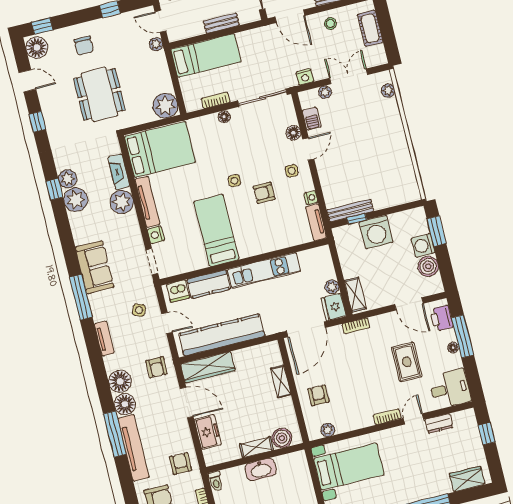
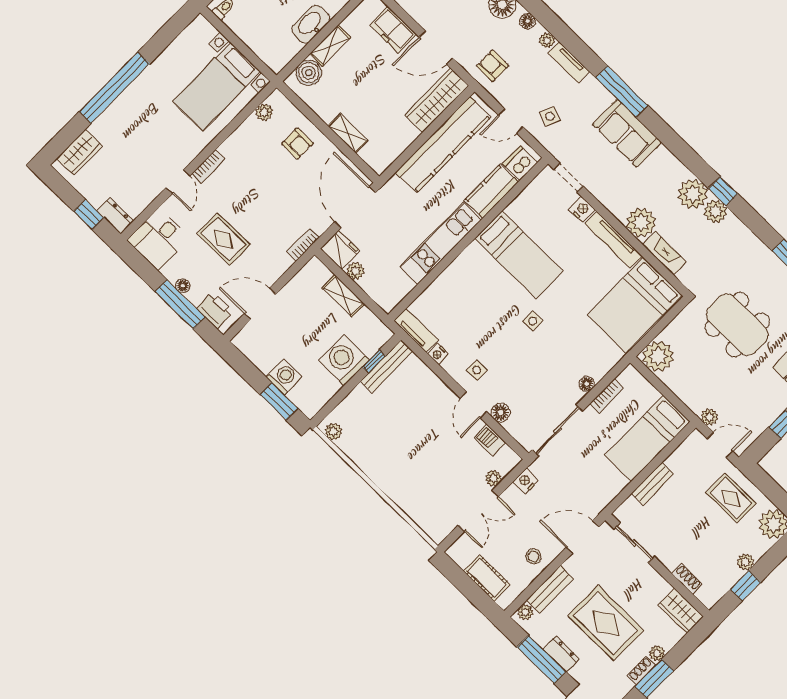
plant: (388, 91) -> (333, 431), moved
armchair: (264, 193) -> (492, 328), removed
boiler: (428, 266) -> (264, 358), removed
shelving: (355, 295) -> (343, 296), moved
plant: (110, 362) -> (547, 40), added
floor lamp: (120, 381) -> (527, 21), width x0.53, depth x0.53
dresser: (439, 424) -> (115, 216), moved, turned 90

